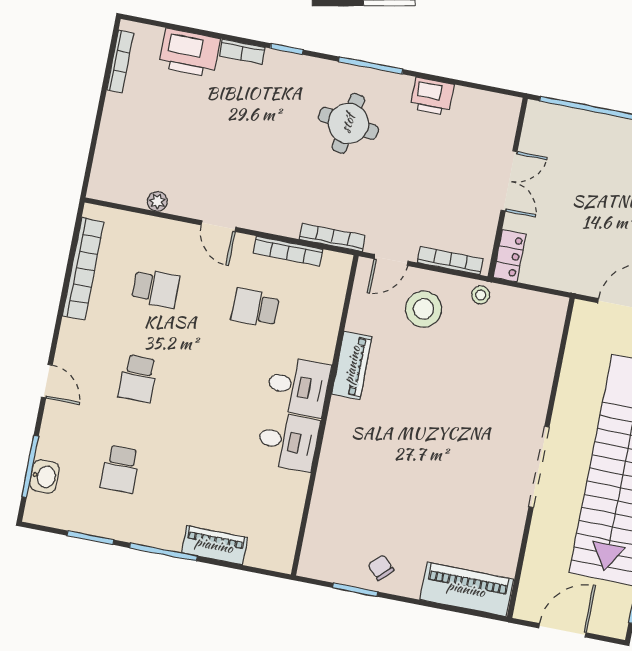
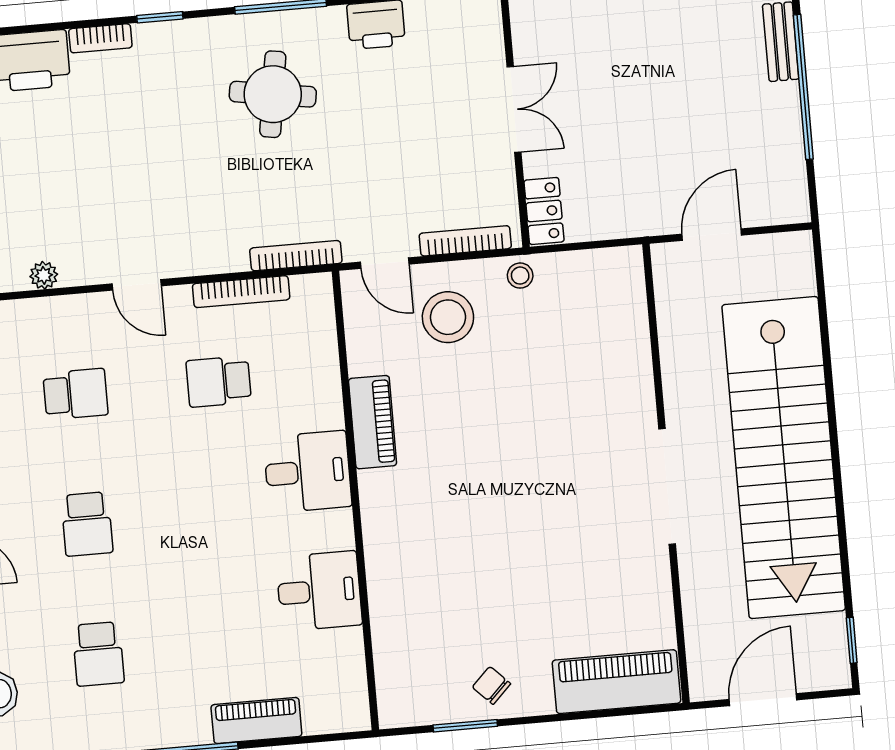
door: (391, 260) -> (385, 263), hinge flipped
desk: (288, 441) -> (319, 591), moved

